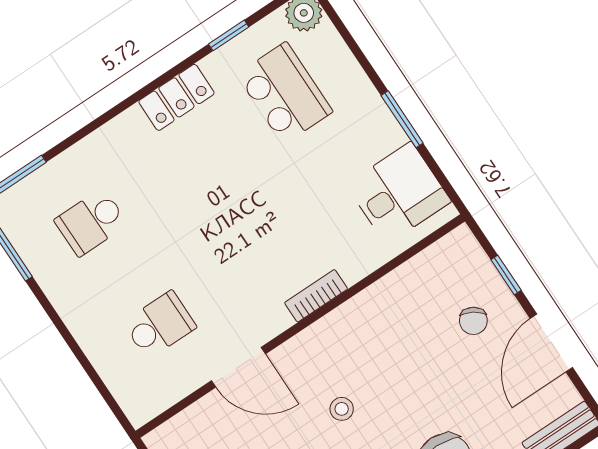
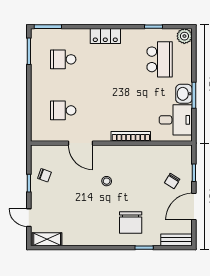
locker: (177, 97) -> (105, 36), moved
washbasin: (380, 130) -> (184, 94), added
bookcase: (316, 296) -> (131, 136), width x1.56
school desk: (160, 325) -> (63, 110), turned 180

